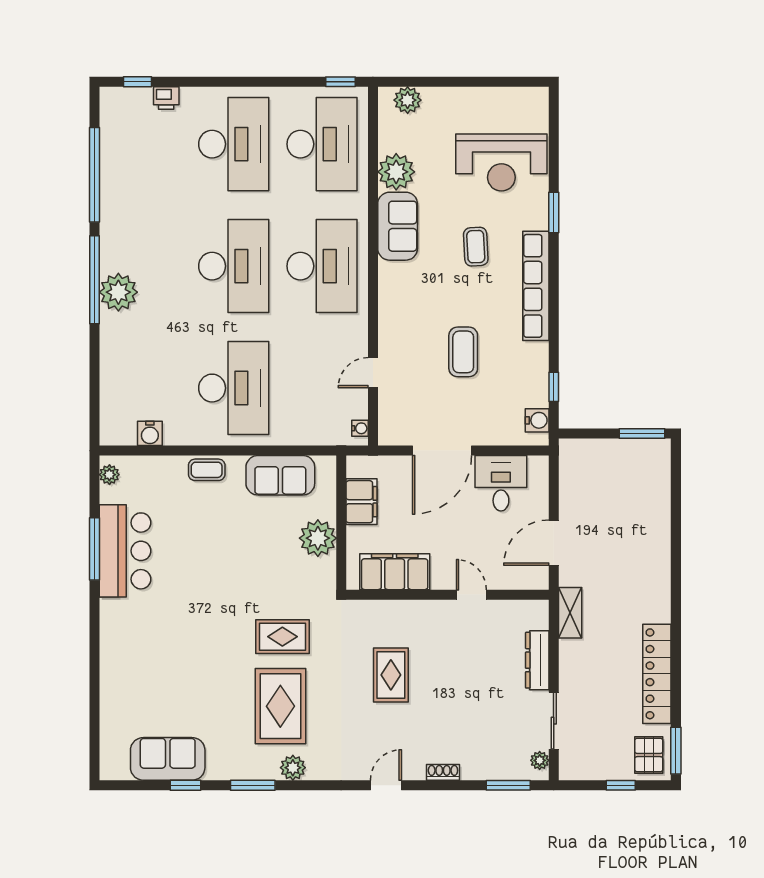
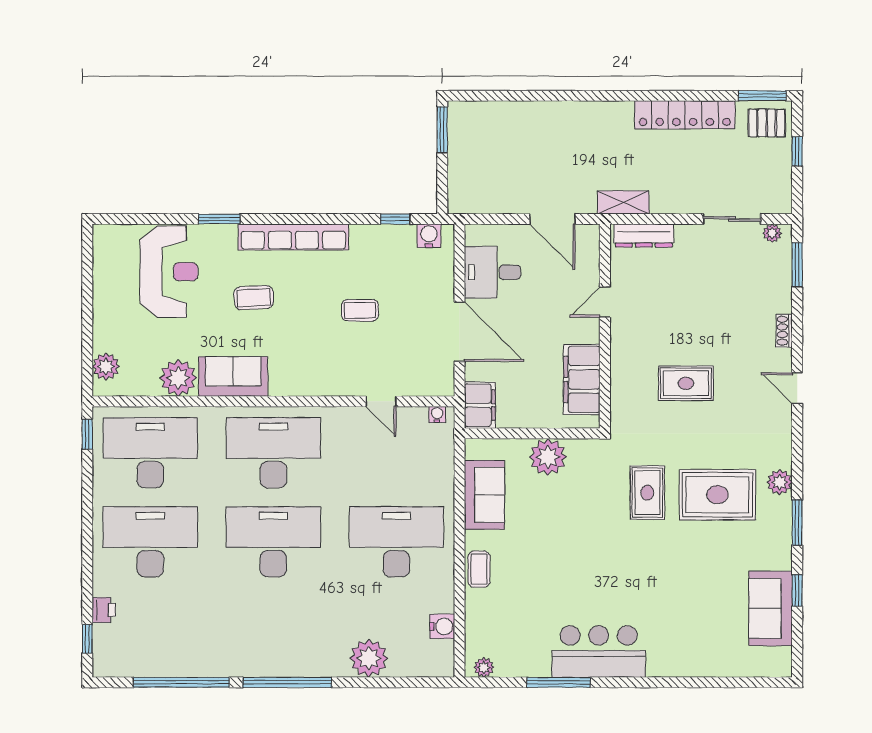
plant: (118, 292) -> (369, 658), moved
coffee table: (463, 352) -> (360, 310), width x0.73, depth x0.77
filing cabinet: (361, 502) -> (480, 405), moved, turned 90
bar counter: (125, 551) -> (599, 651), moved
dresser: (537, 660) -> (644, 236), moved

